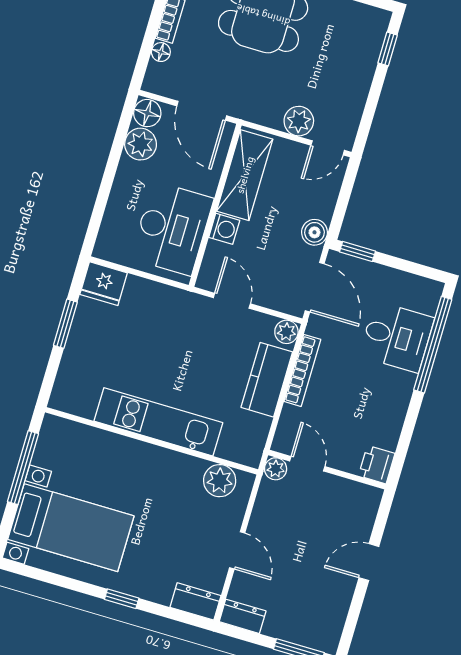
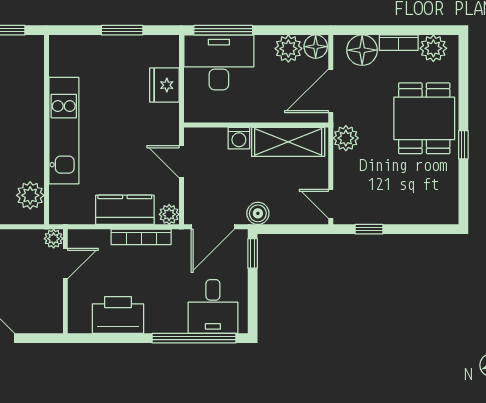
window: (388, 49) -> (369, 229), moved
floor lamp: (161, 52) -> (362, 50), width x1.89, depth x1.89
plant: (299, 121) -> (346, 138), moved
window: (99, 211) -> (223, 30), added
desk: (172, 229) -> (219, 62), moved, turned 180
fridge: (104, 284) -> (164, 85), moved
door: (232, 301) -> (181, 162), swing flipped
desk: (397, 337) -> (213, 307), moved
printer: (377, 465) -> (118, 315), moved, width x1.87, depth x1.48

